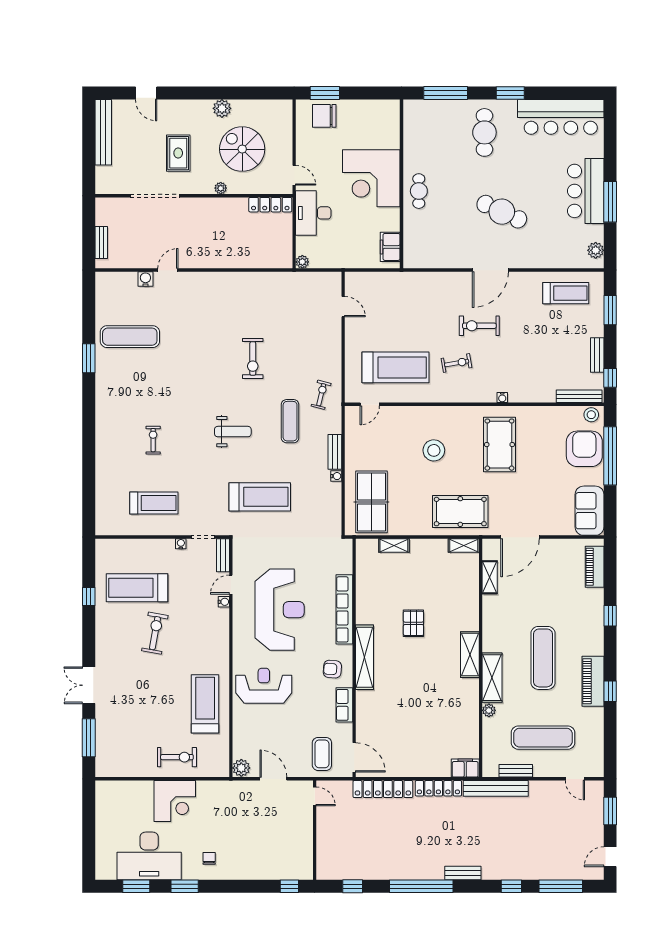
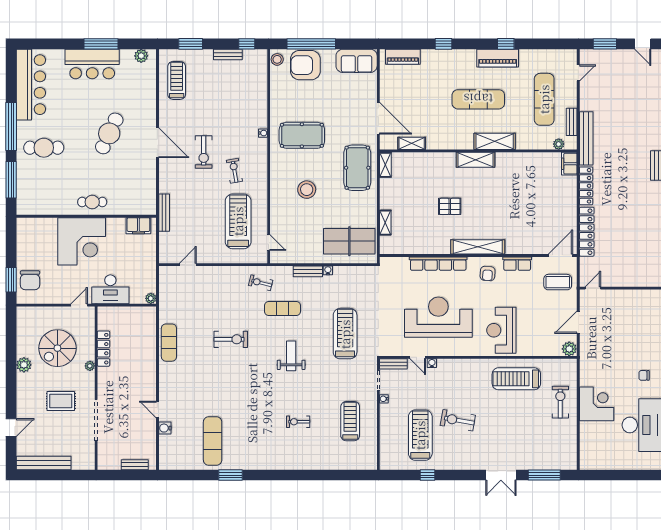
window: (510, 93) -> (11, 126), width x2.11
locker: (270, 205) -> (103, 349), moved
exercise mat: (249, 284) -> (169, 343), added
bench: (579, 396) -> (164, 213), moved
treadmill: (137, 588) -> (420, 435), turned 180
plant: (489, 710) -> (559, 144), moved

